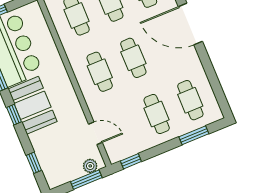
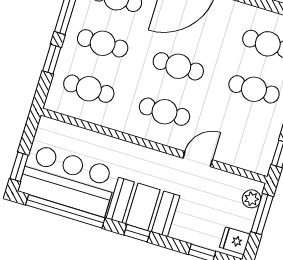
door: (95, 133) -> (198, 159), moved
fridge: (57, 176) -> (235, 241), added

